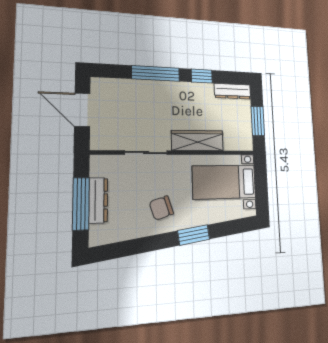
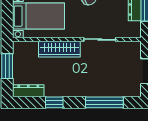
window: (156, 73) -> (104, 102), moved

